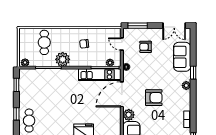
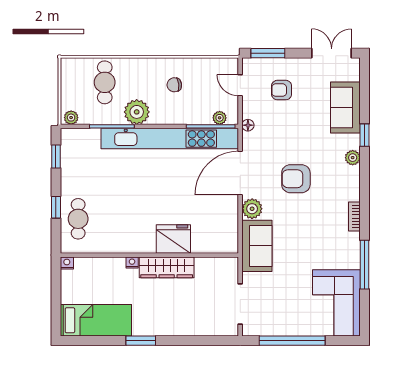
double door: (174, 26) -> (332, 53), swing flipped
kitchen unit: (100, 75) -> (170, 139), width x1.86
armchair: (154, 98) -> (296, 179), turned 180

